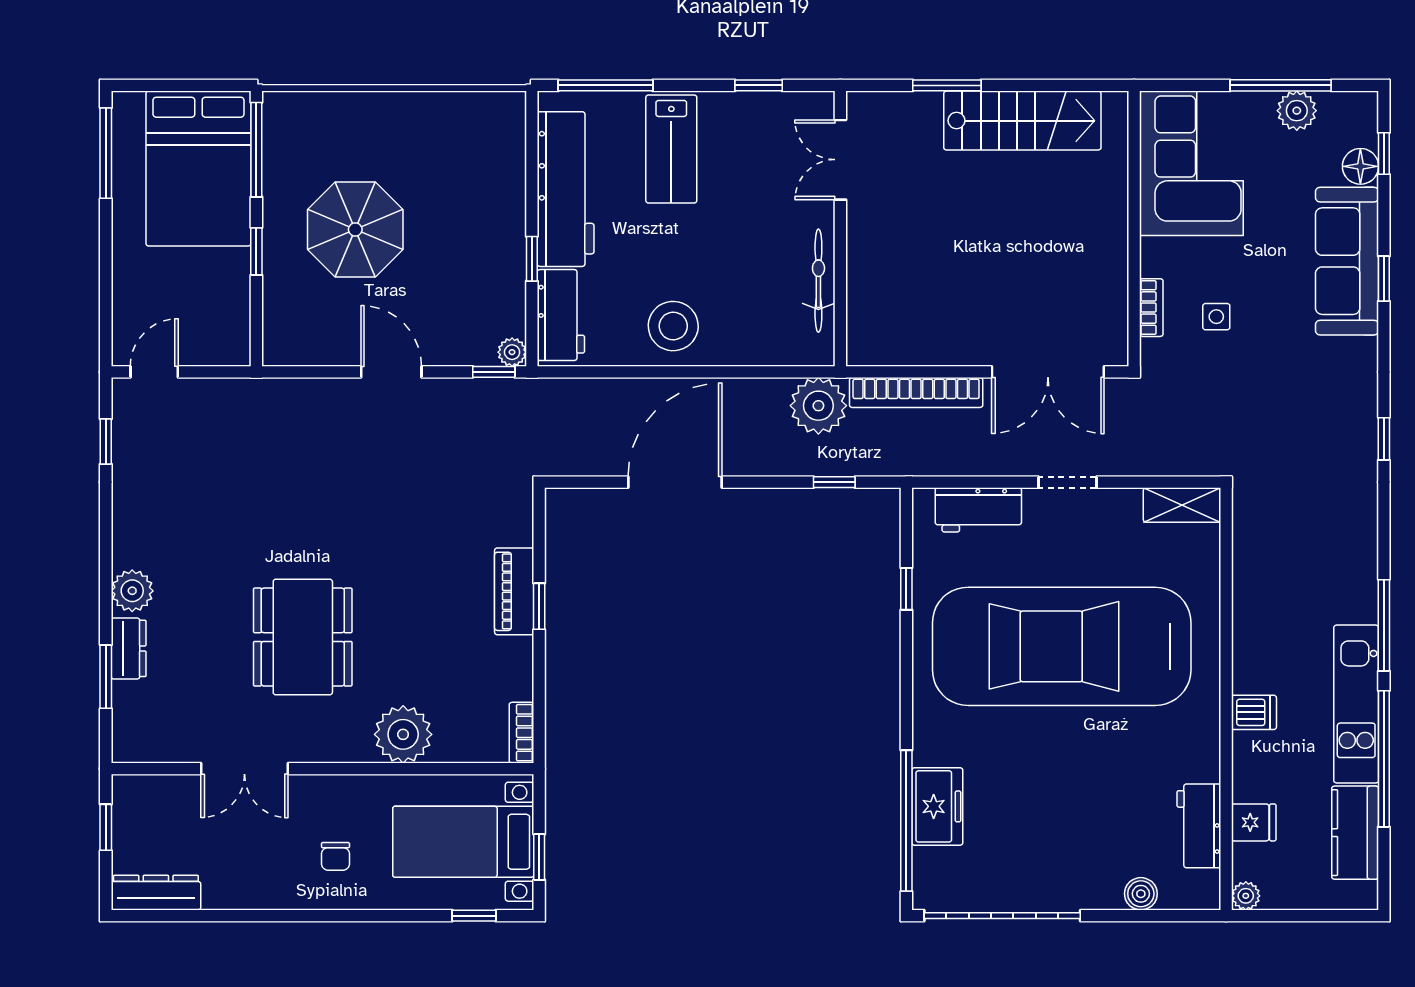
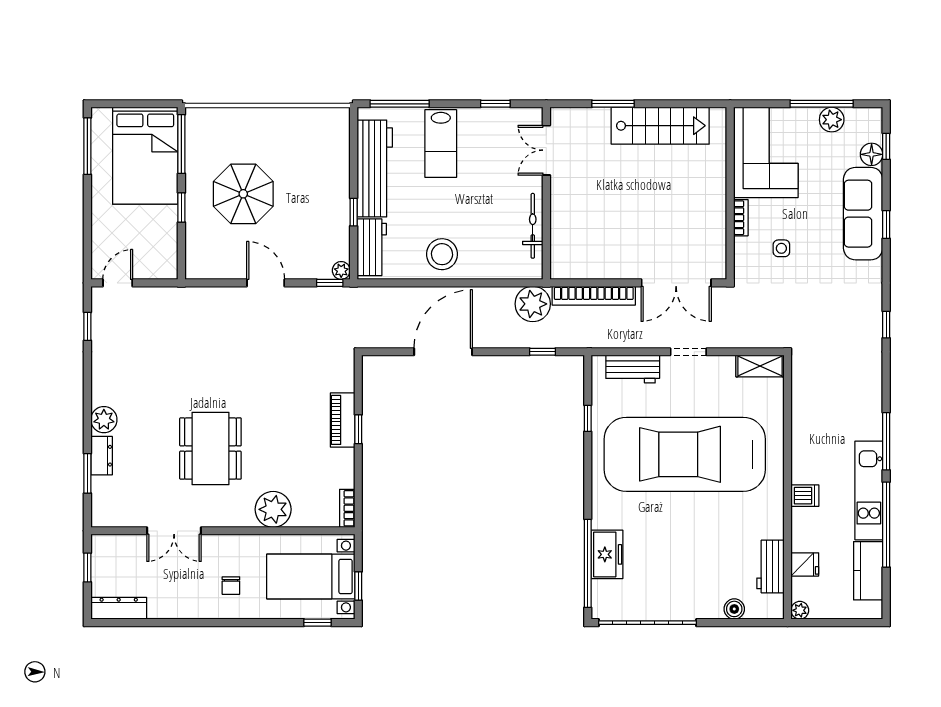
bookcase: (1151, 308) -> (741, 218), moved

